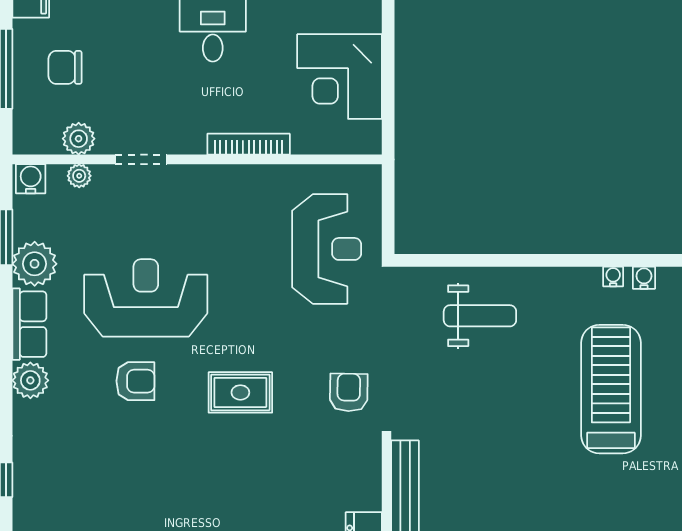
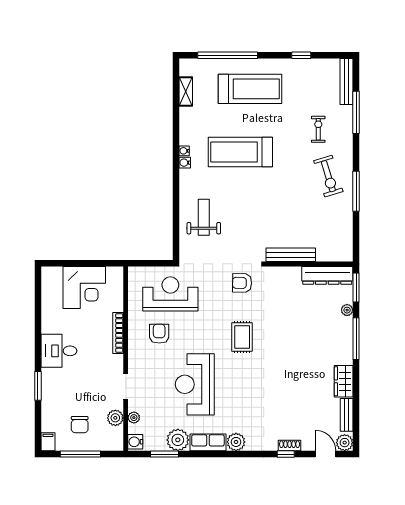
water cooler: (644, 278) -> (185, 163), moved
armchair: (135, 381) -> (159, 334), moved
shoe rack: (23, 487) -> (290, 446), added

